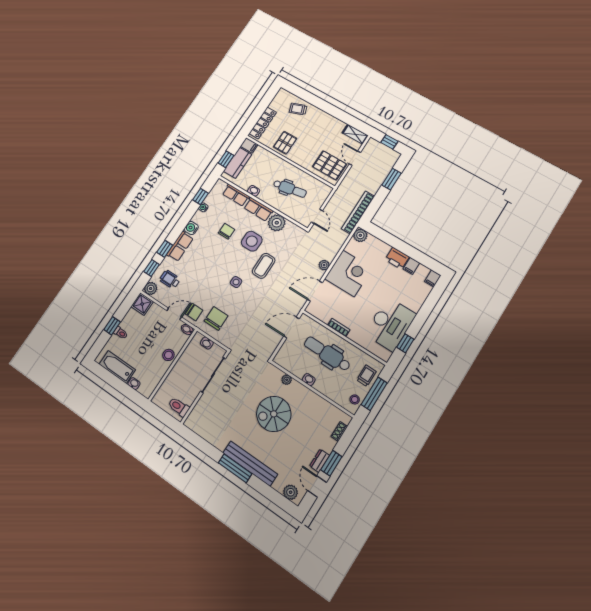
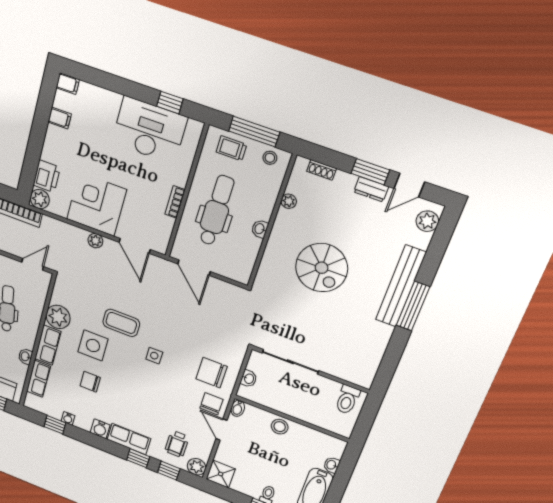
printer: (397, 258) -> (47, 176), moved
dental chair: (327, 354) -> (216, 210), turned 180
plant: (287, 380) -> (289, 201), moved

